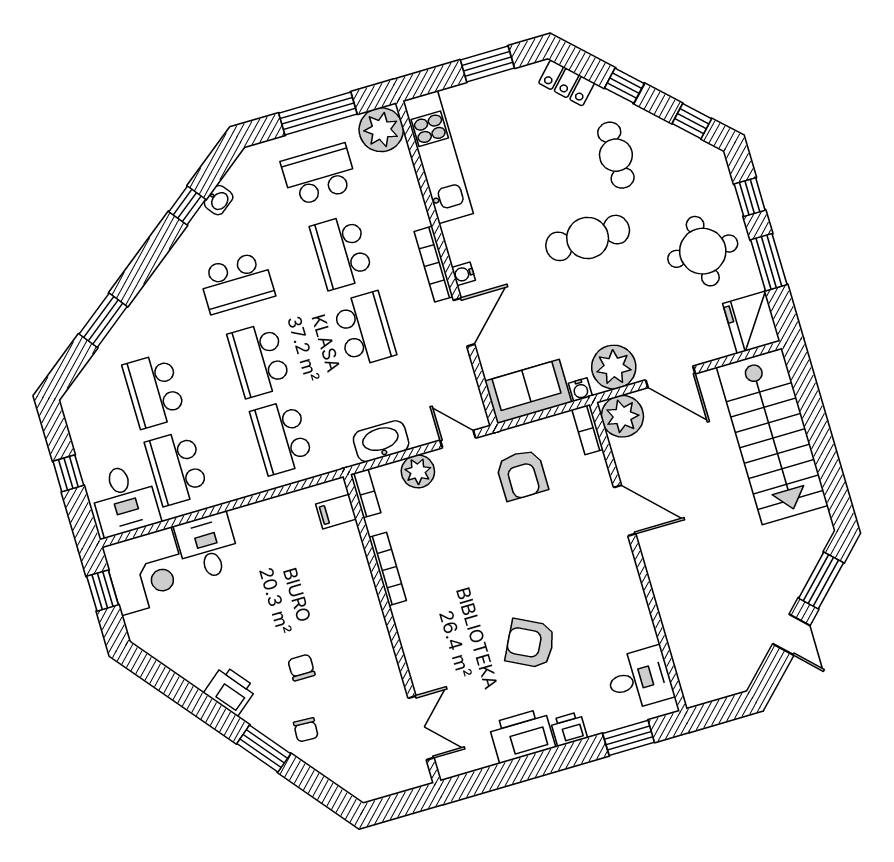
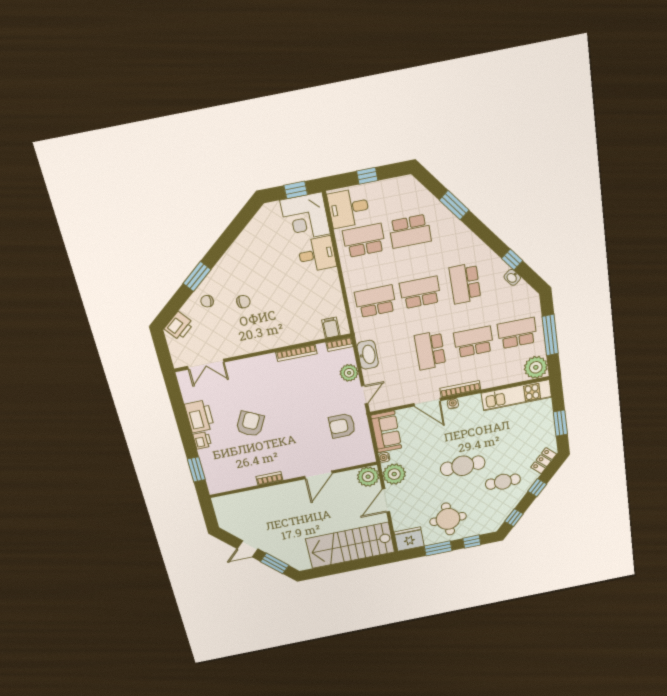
school desk: (319, 175) -> (517, 333), turned -90
cafe table: (588, 238) -> (463, 466), turned 90
school desk: (364, 329) -> (430, 350), turned 90
school desk: (154, 391) -> (410, 231), turned 180
bookcase: (588, 429) -> (269, 478), moved
desk: (639, 679) -> (228, 477), removed
printer: (230, 690) -> (179, 326), moved

